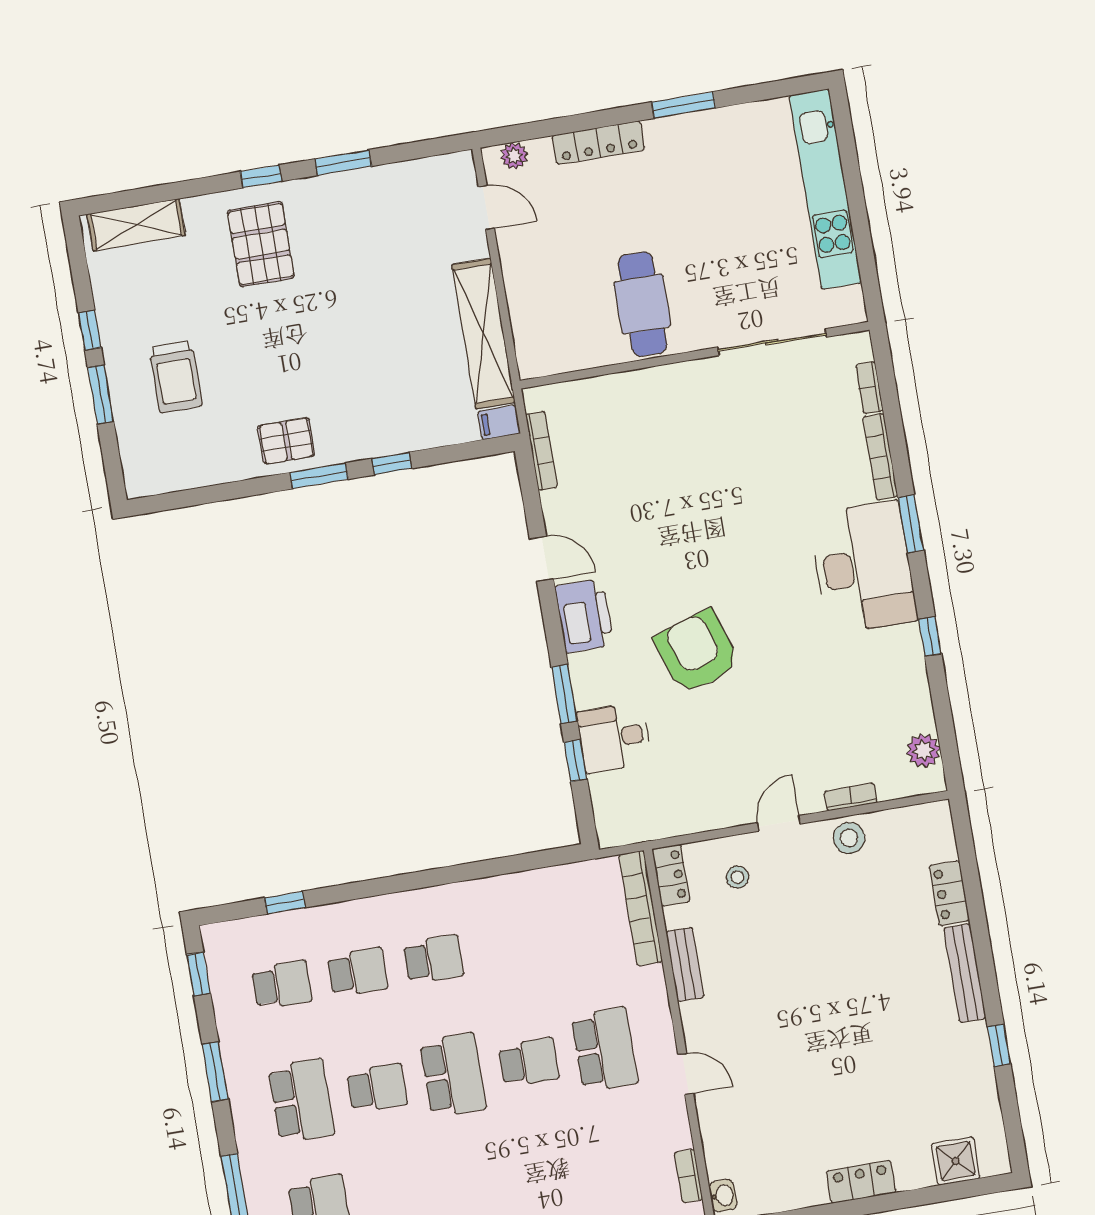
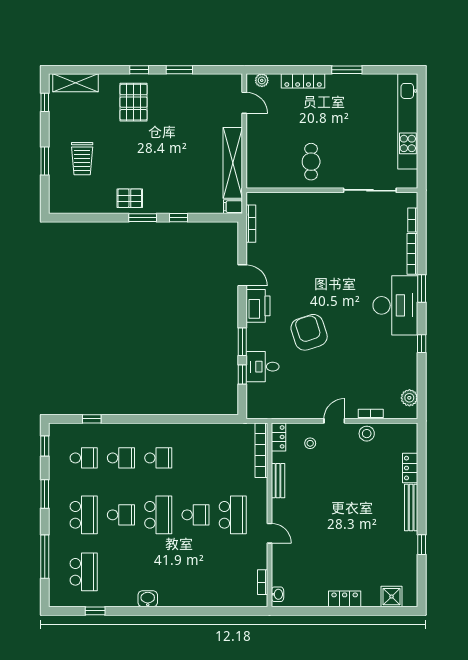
cafe table: (642, 304) -> (311, 162), width x0.73, depth x0.74
window: (90, 330) -> (45, 102), moved

